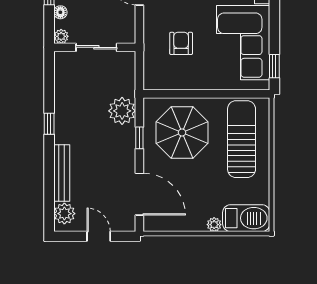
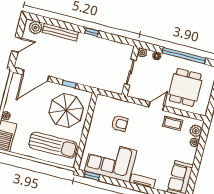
plant: (122, 111) -> (88, 78), removed

